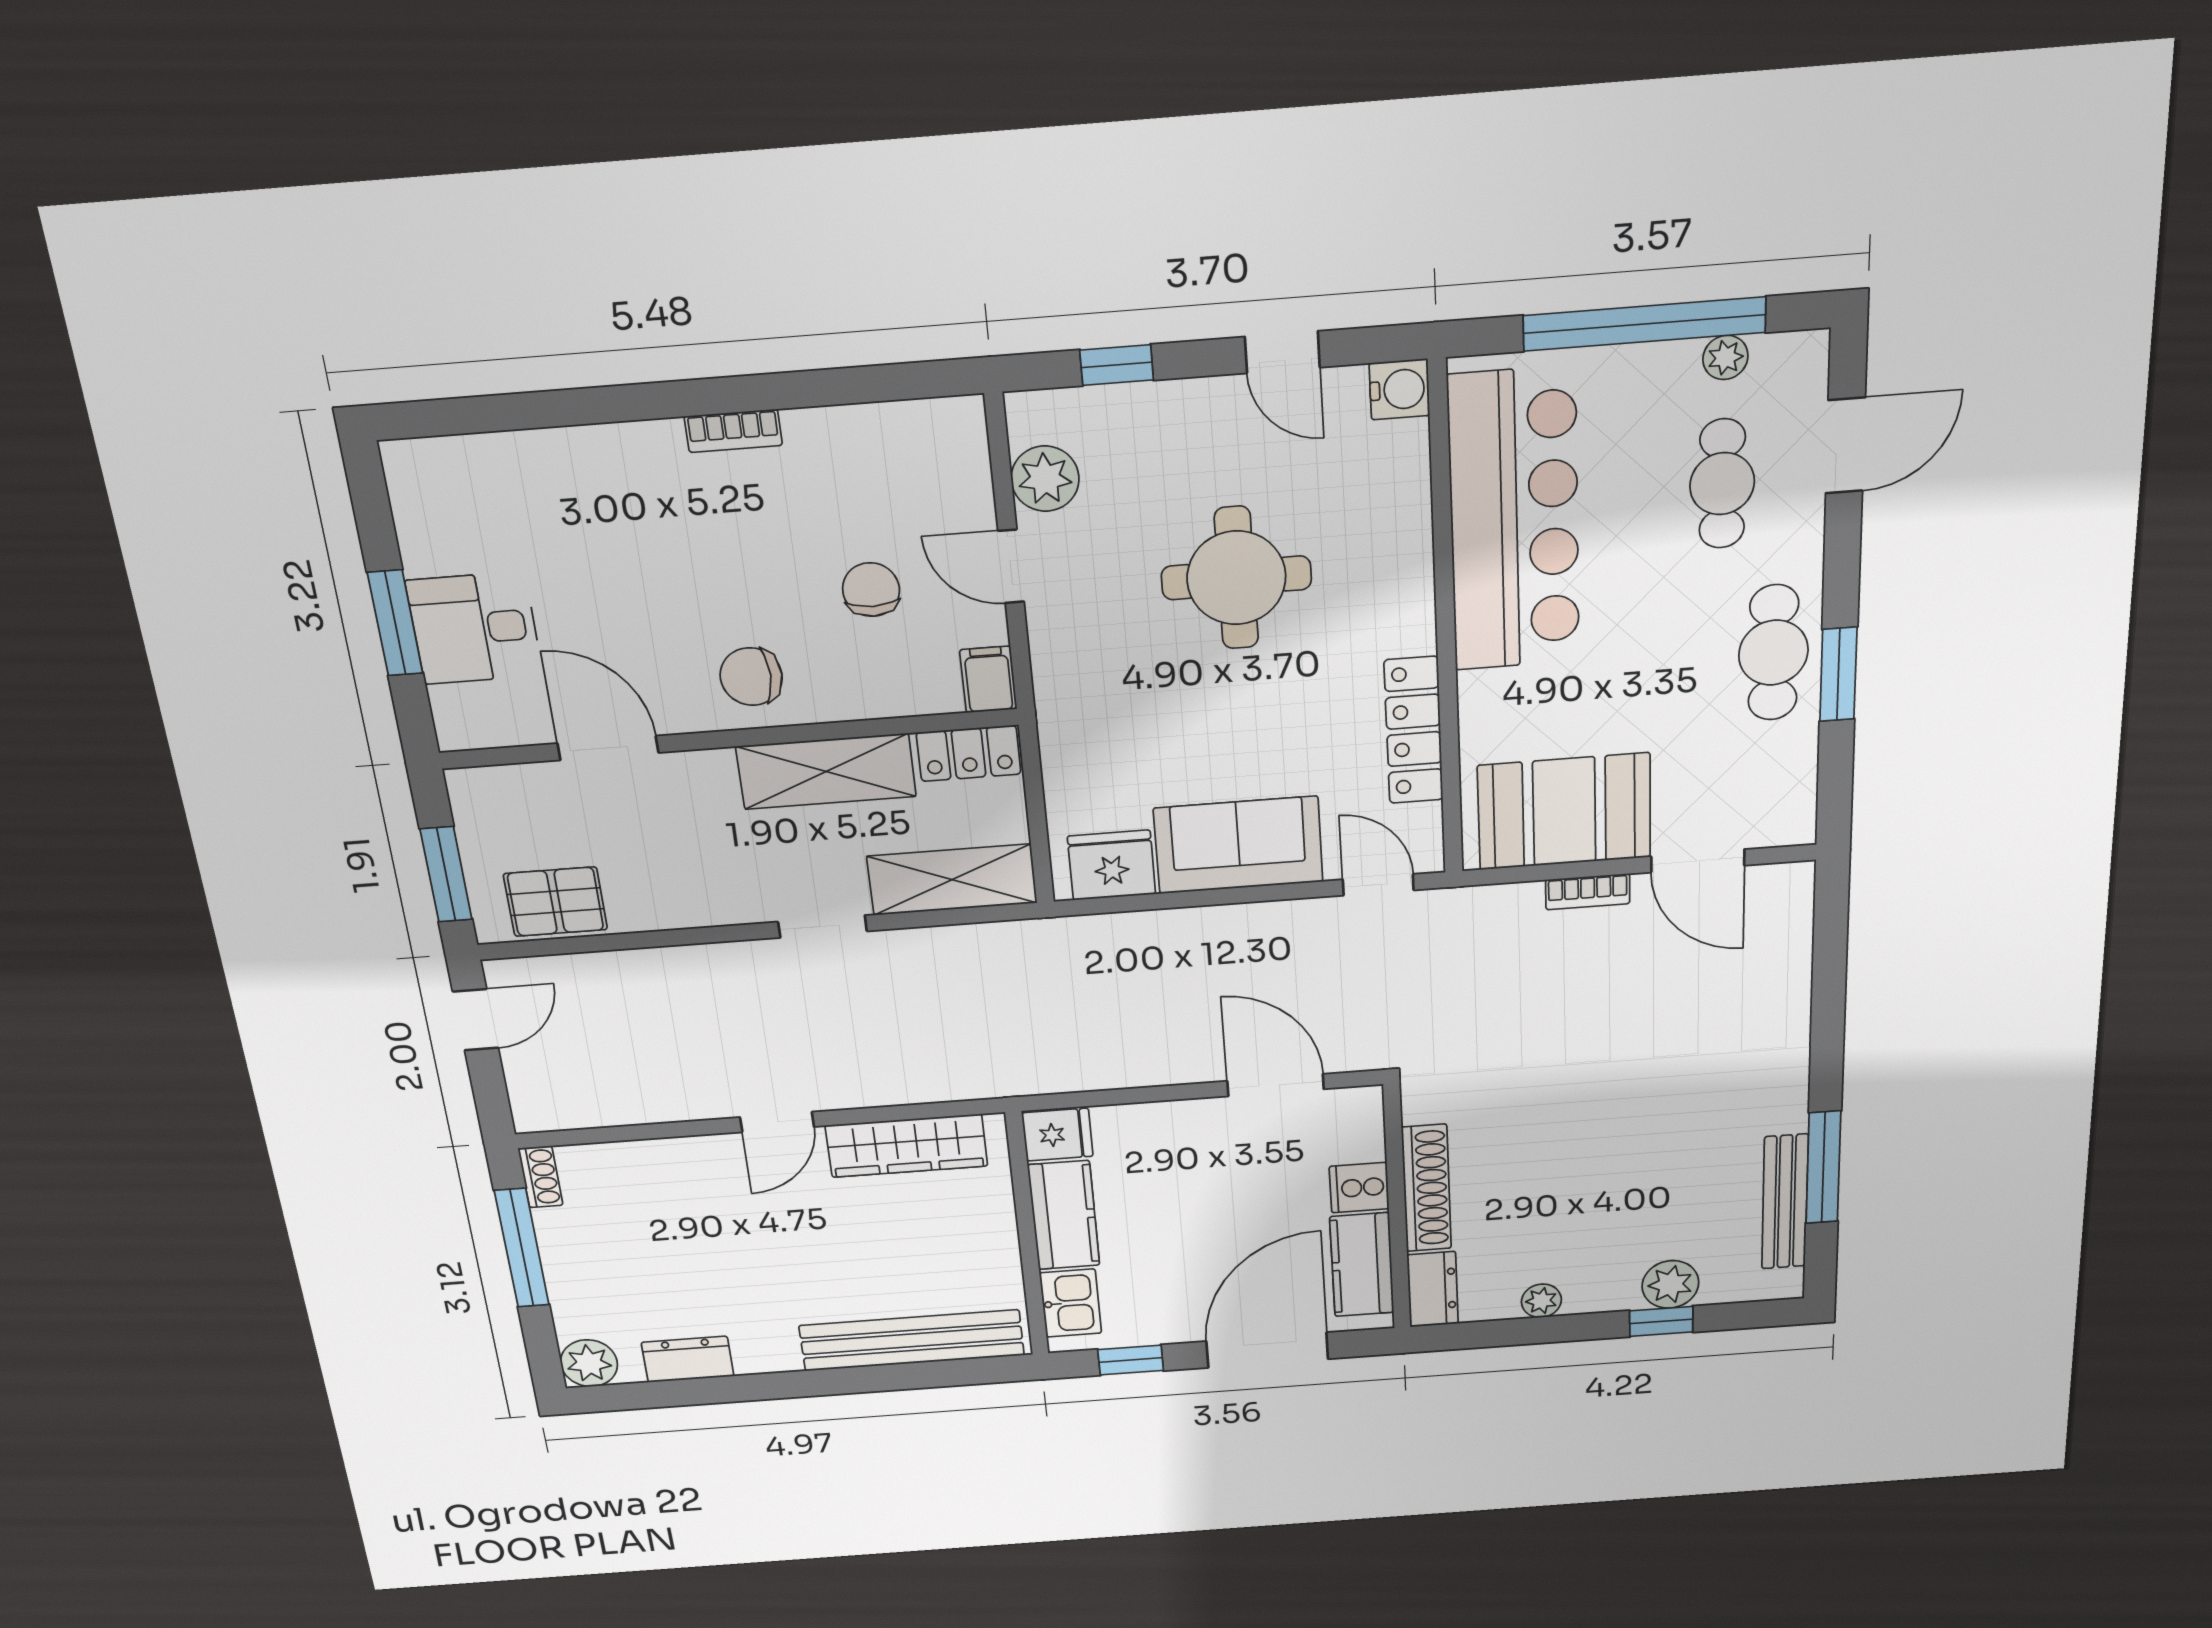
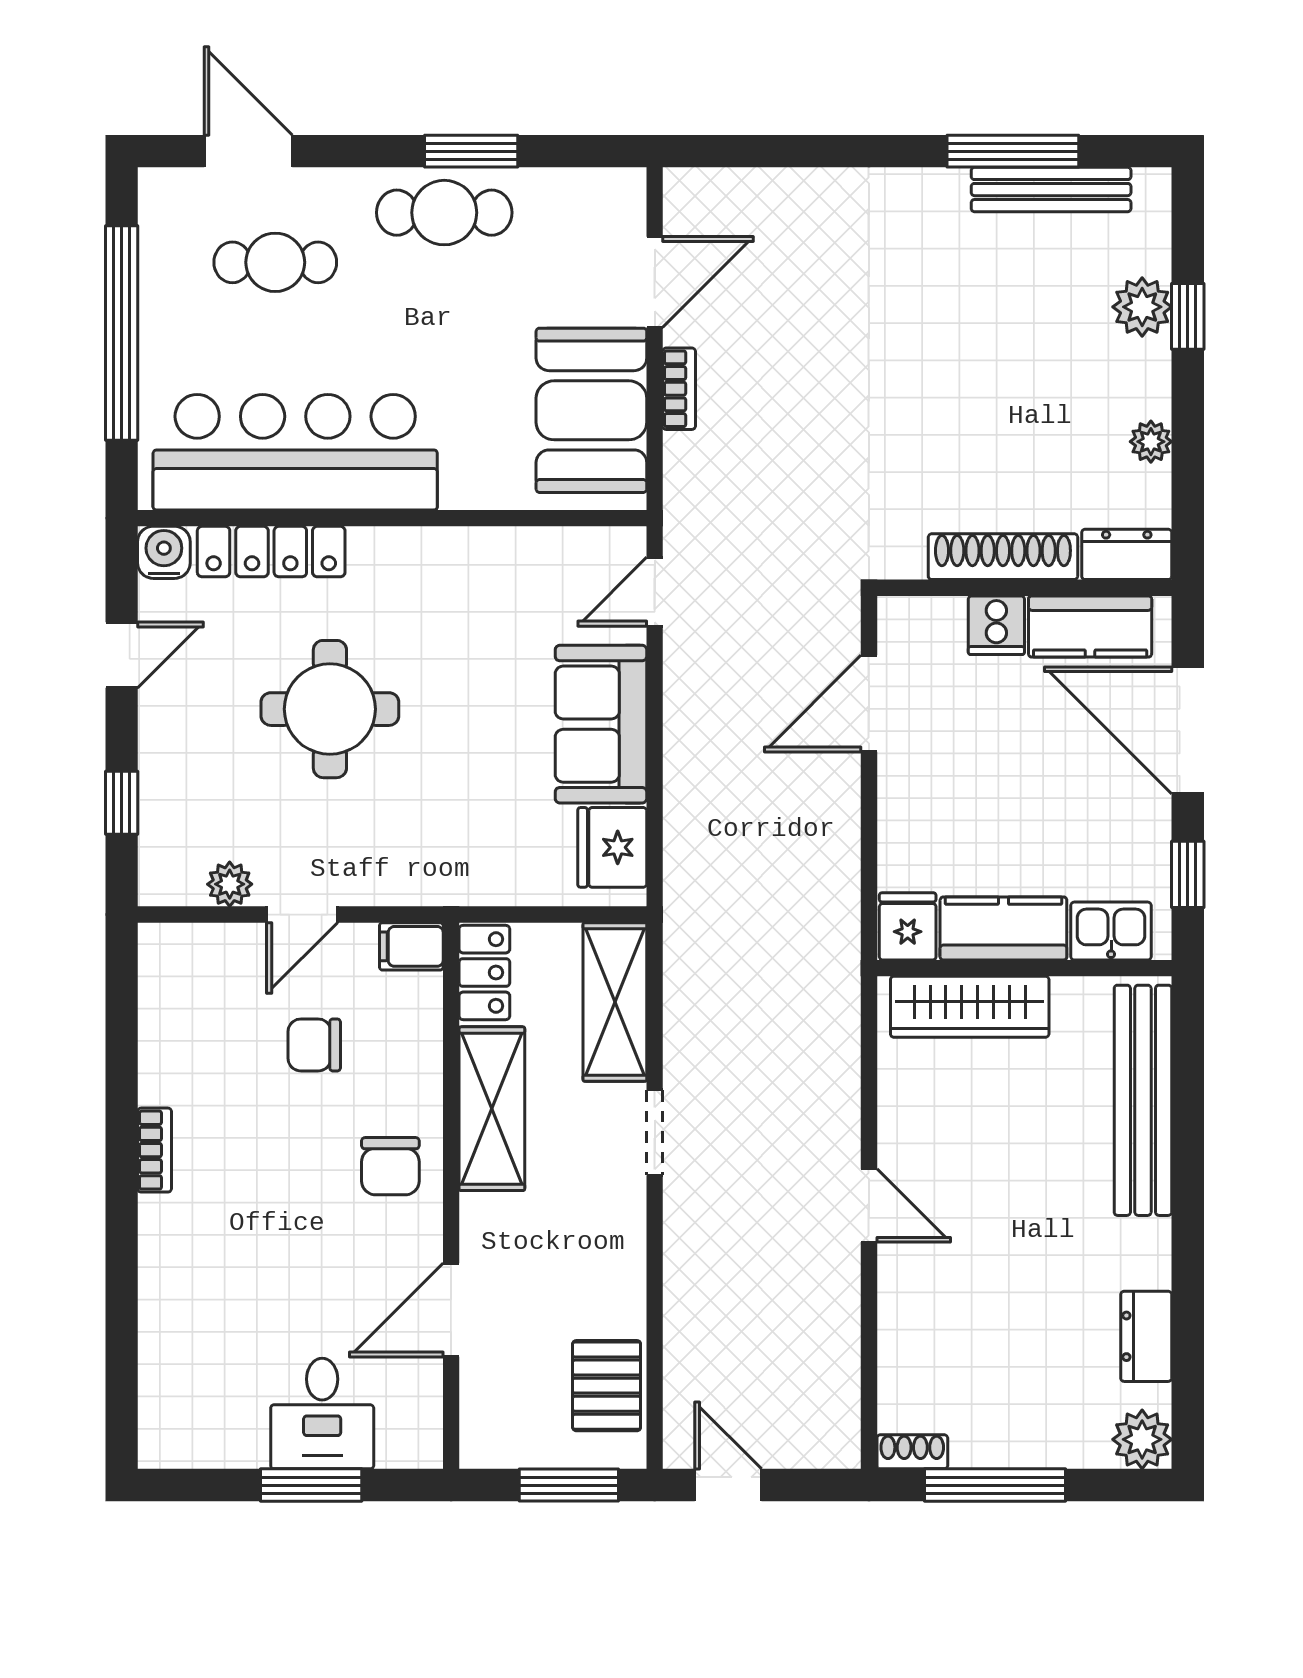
plant: (1725, 358) -> (158, 261), removed
plant: (1045, 479) -> (230, 884), width x0.73, depth x0.73
locker: (1414, 730) -> (271, 552), moved
wardrobe: (907, 1146) -> (970, 1007), moved, turned 90

